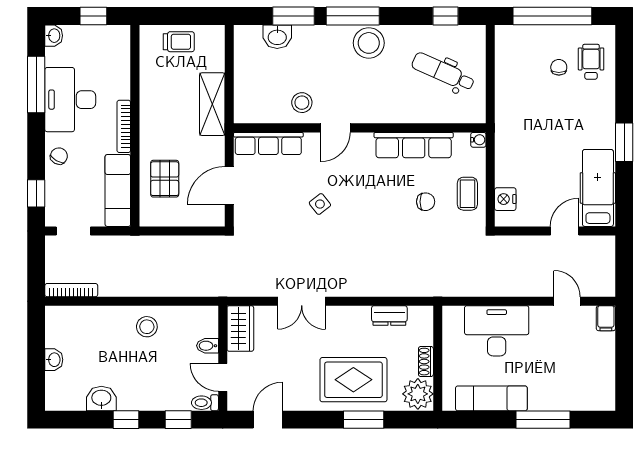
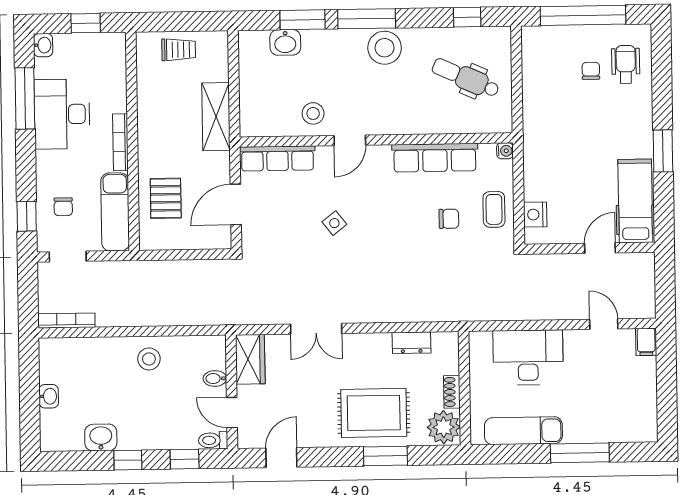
chair: (59, 156) -> (63, 207), moved, turned 151

